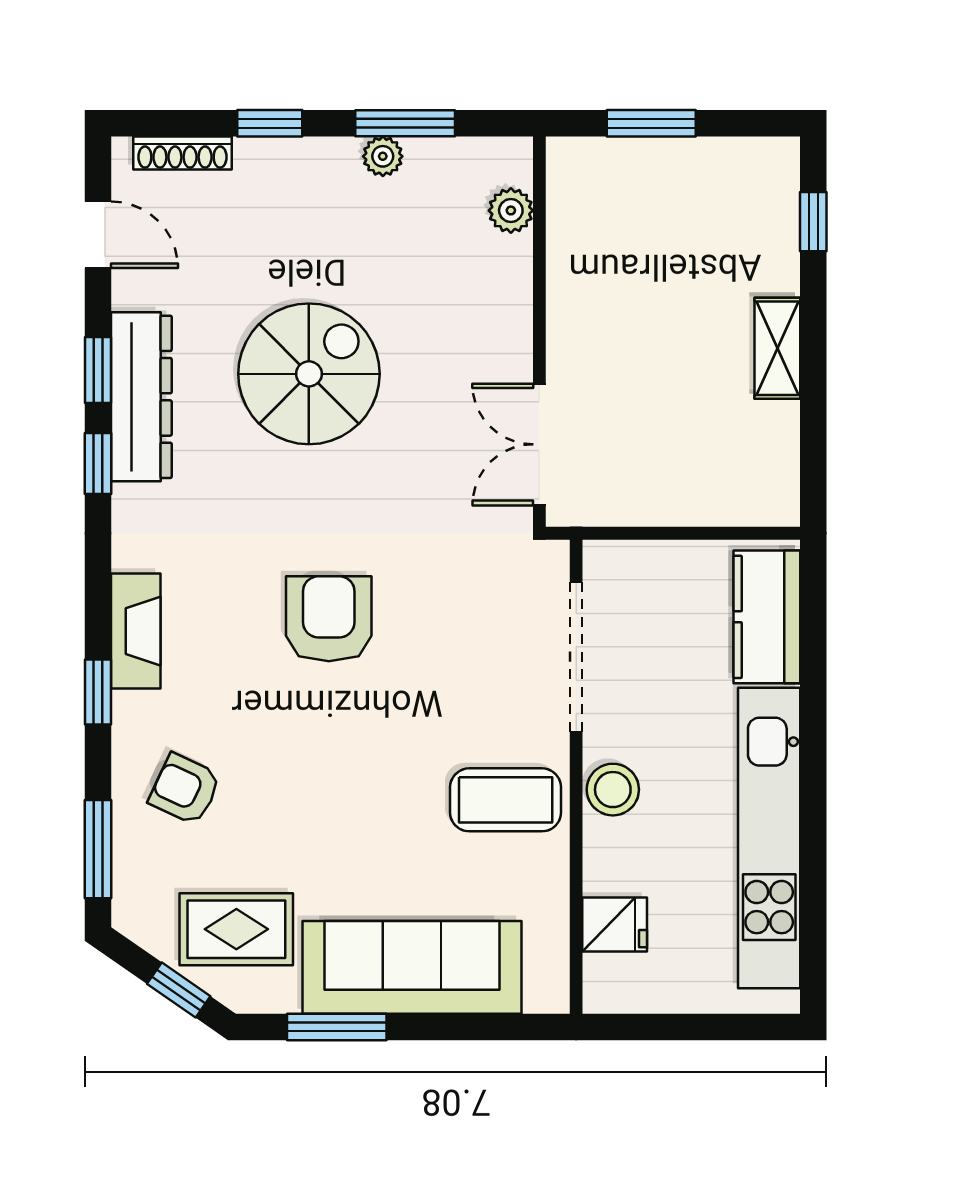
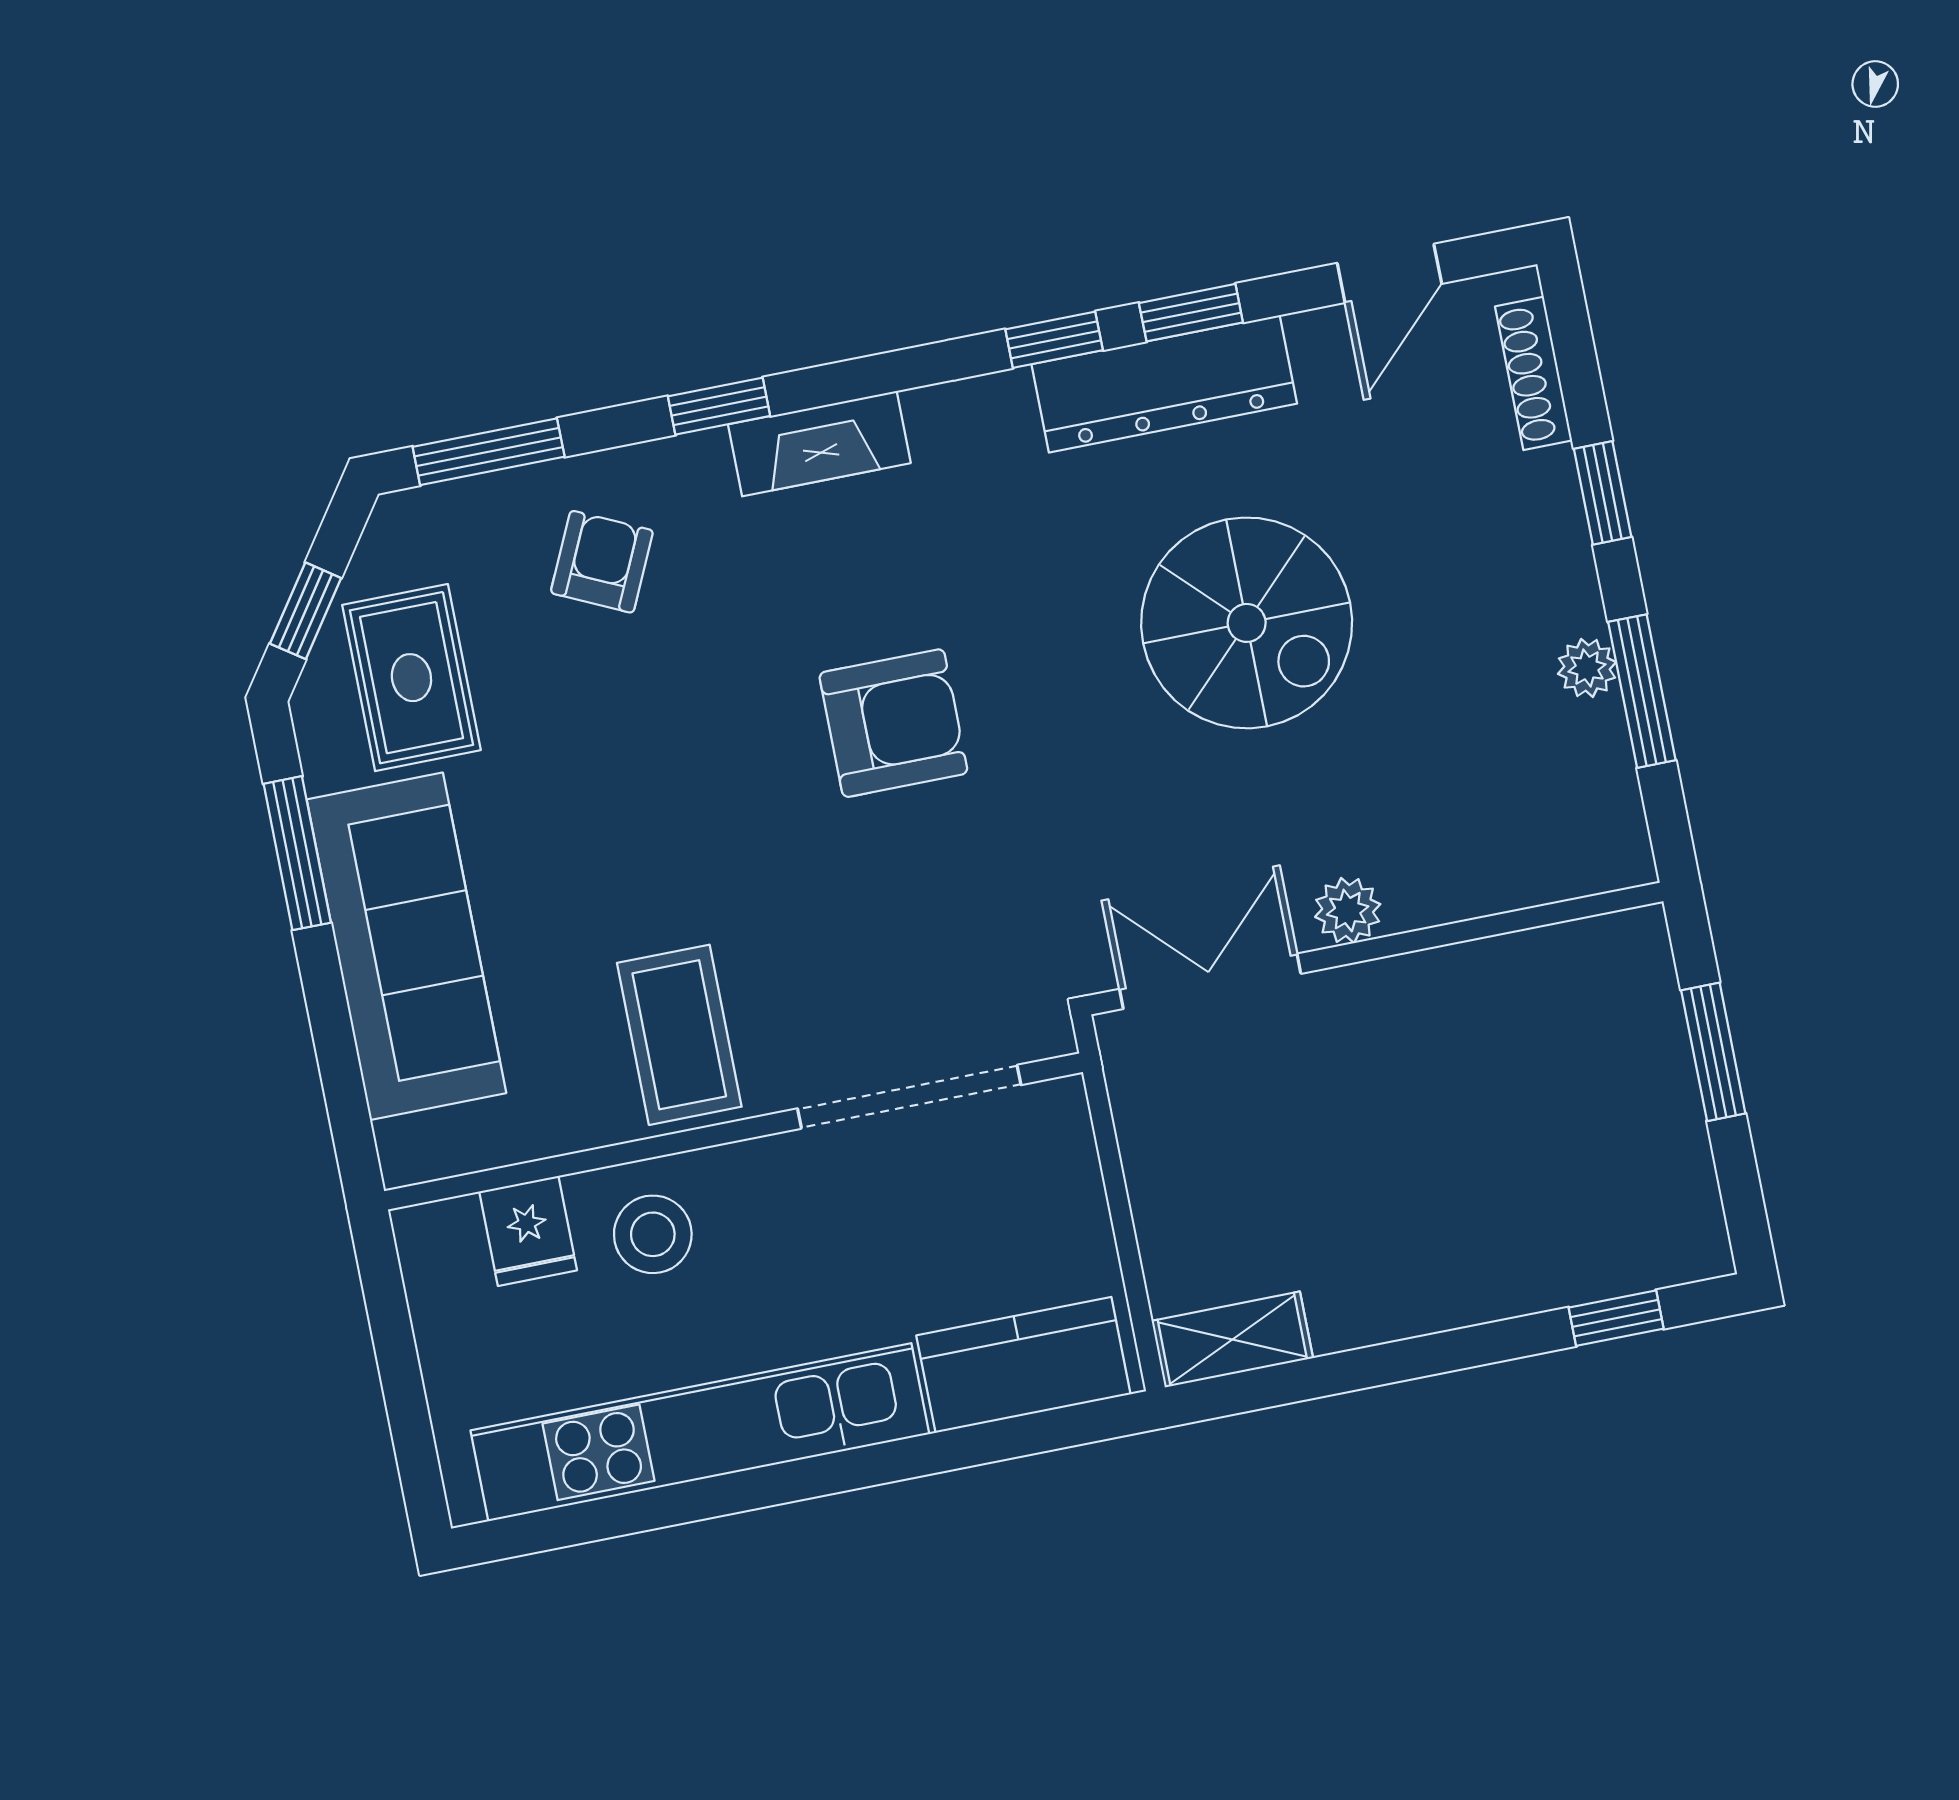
plant: (511, 210) -> (1348, 911), moved
shelving: (777, 348) -> (1232, 1339), moved
stool: (613, 790) -> (653, 1234), moved

